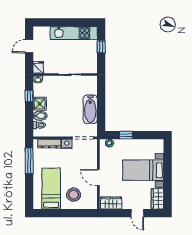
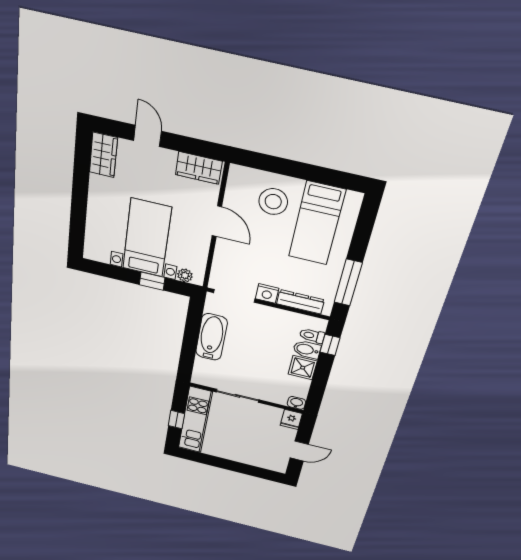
kitchen unit: (74, 33) -> (195, 420), moved, turned 90
window: (29, 96) -> (330, 345), moved
bed with nightstands: (143, 170) -> (147, 238), moved, turned -90

